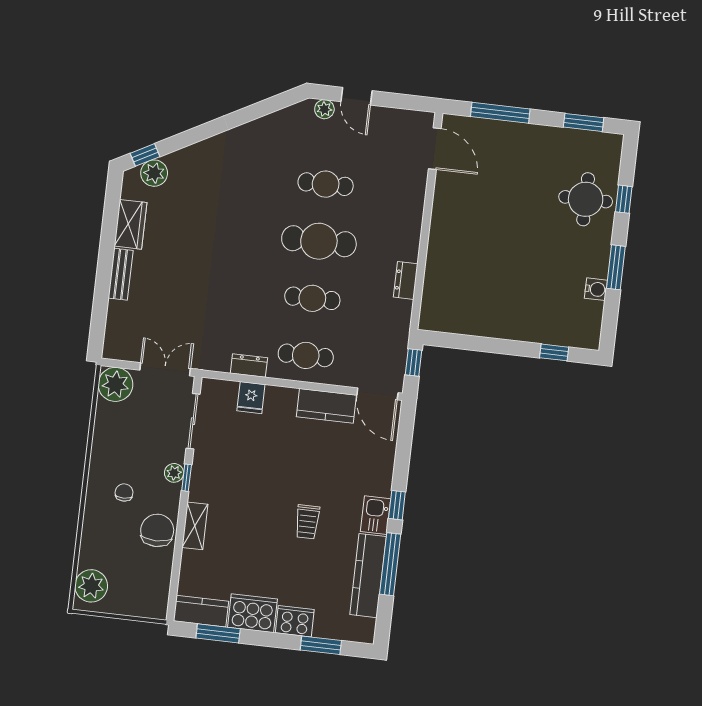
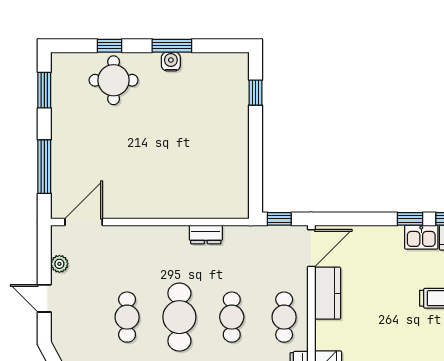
door: (356, 96) -> (44, 298), swing flipped
plant: (324, 109) -> (59, 264), moved
water cooler: (596, 289) -> (171, 62), moved

